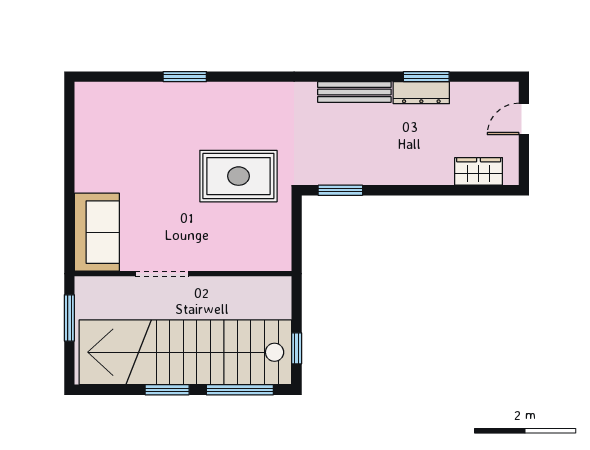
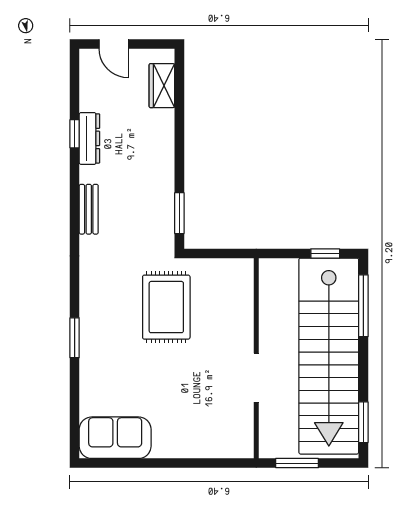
window: (185, 77) -> (75, 338), moved
window: (426, 77) -> (75, 134), width x0.67
bench: (354, 92) -> (89, 209), width x0.73
sofa: (97, 232) -> (115, 438), moved
window: (167, 390) -> (363, 422), moved

